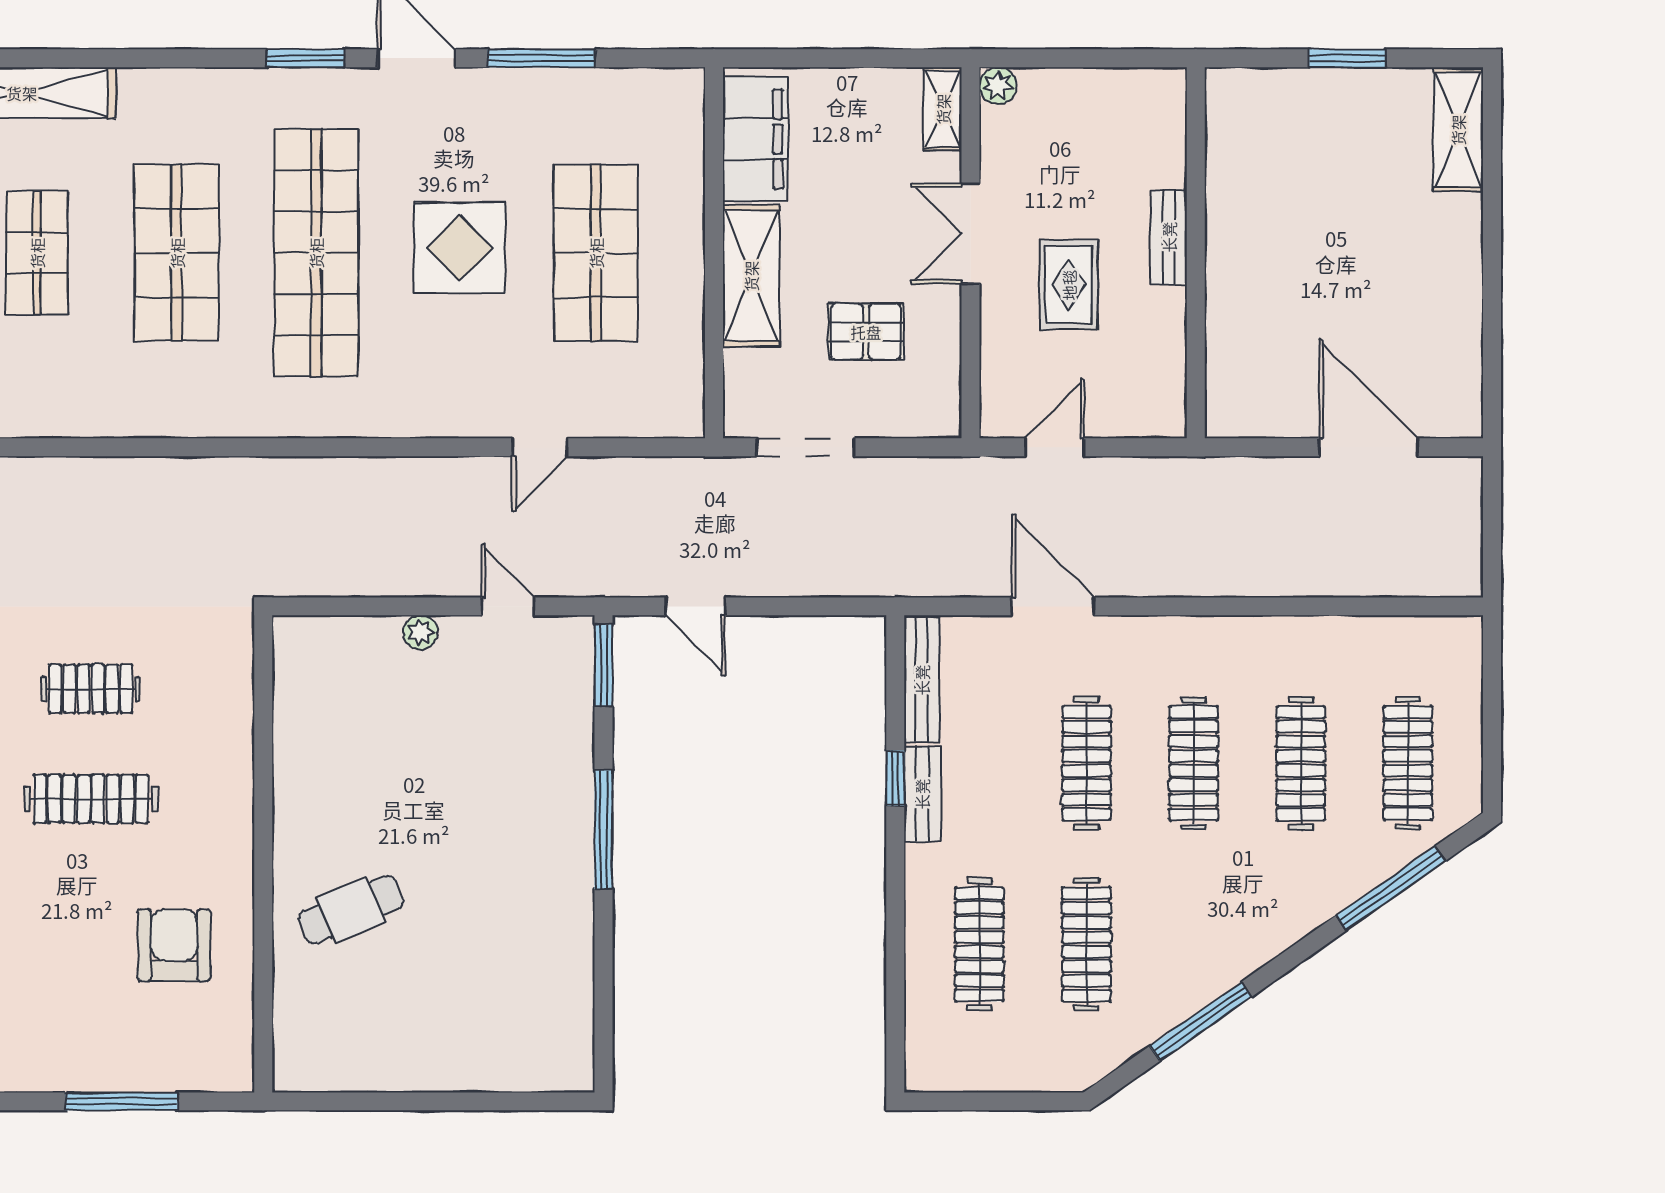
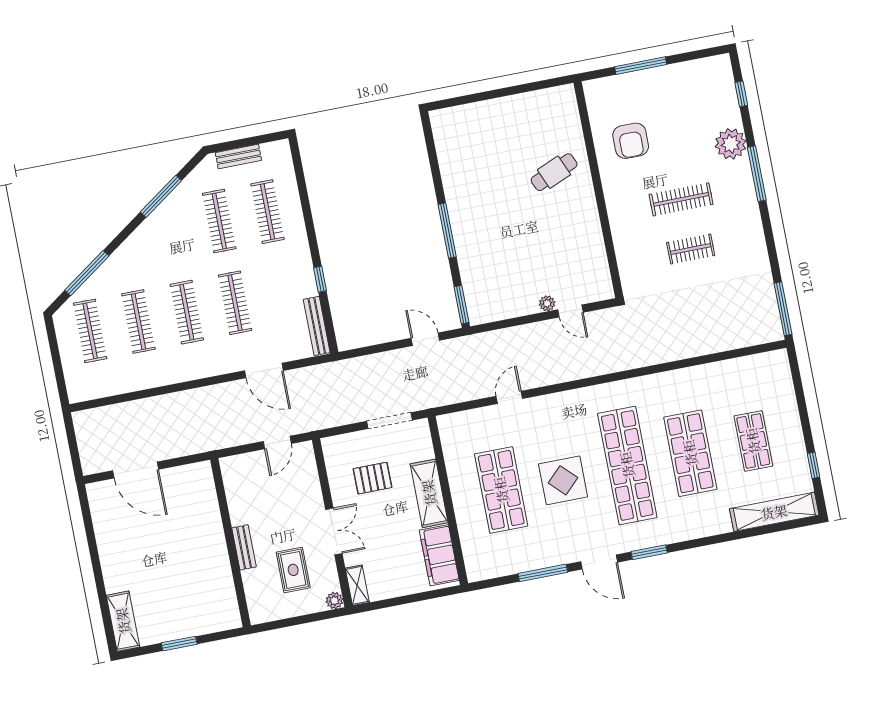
rug: (1069, 285) -> (293, 570), moved
door: (508, 606) -> (570, 311), moved
bench: (922, 794) -> (238, 157), moved, turned 90

